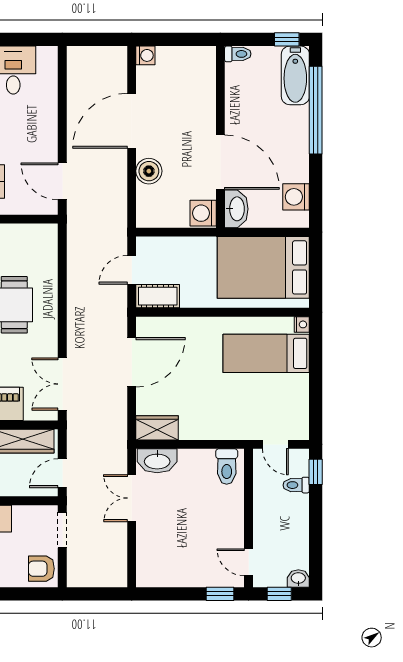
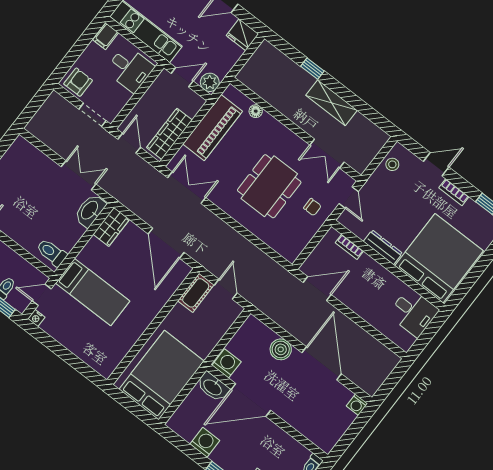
washing machine: (296, 197) -> (205, 442), moved
nightstand: (302, 324) -> (36, 318), moved
bed: (266, 353) -> (93, 292), moved, turned 90

